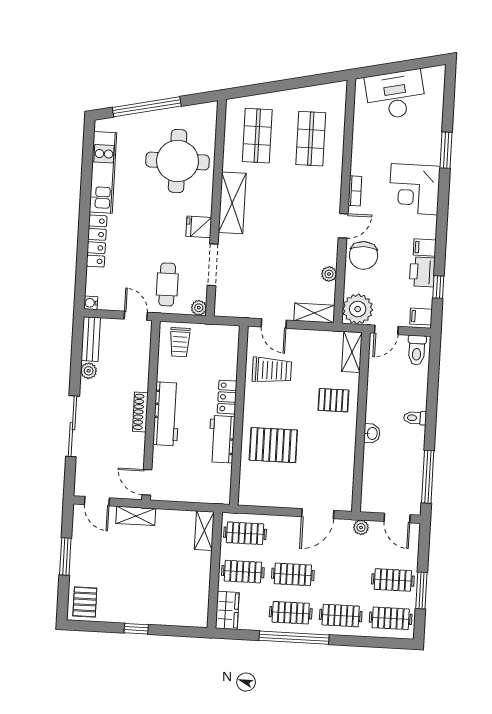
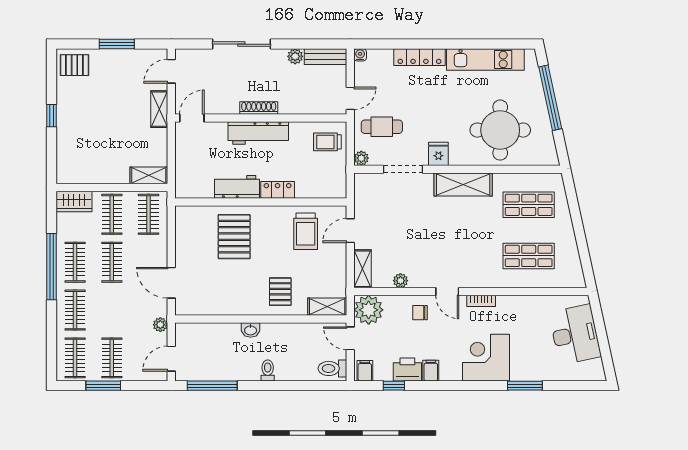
chair: (364, 255) -> (420, 313), width x0.54, depth x0.54

